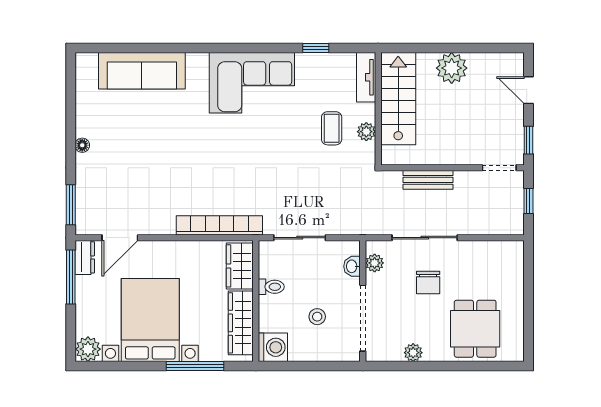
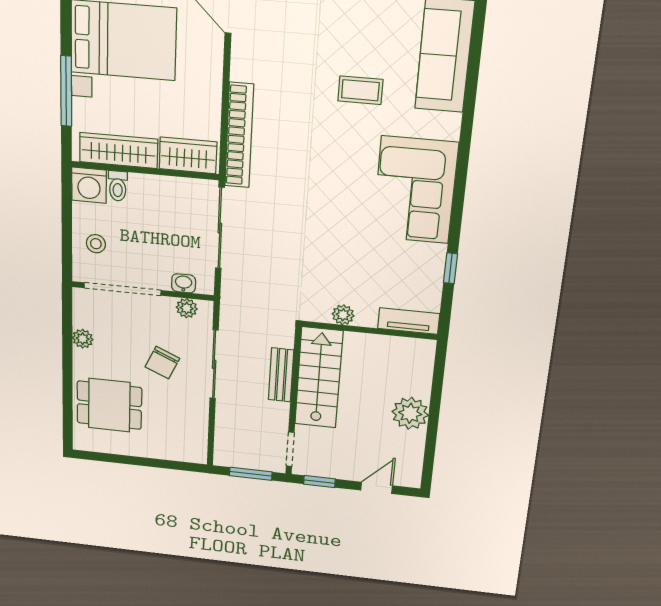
stairs: (398, 99) -> (319, 378), moved, turned -90
coffee table: (332, 128) -> (360, 90), moved
window: (528, 201) -> (251, 474), width x1.50
sliding door: (300, 238) -> (220, 228), width x1.37
chair: (428, 282) -> (162, 363), turned -66
toilet: (271, 287) -> (118, 186), moved
stool: (317, 317) -> (96, 244), moved

